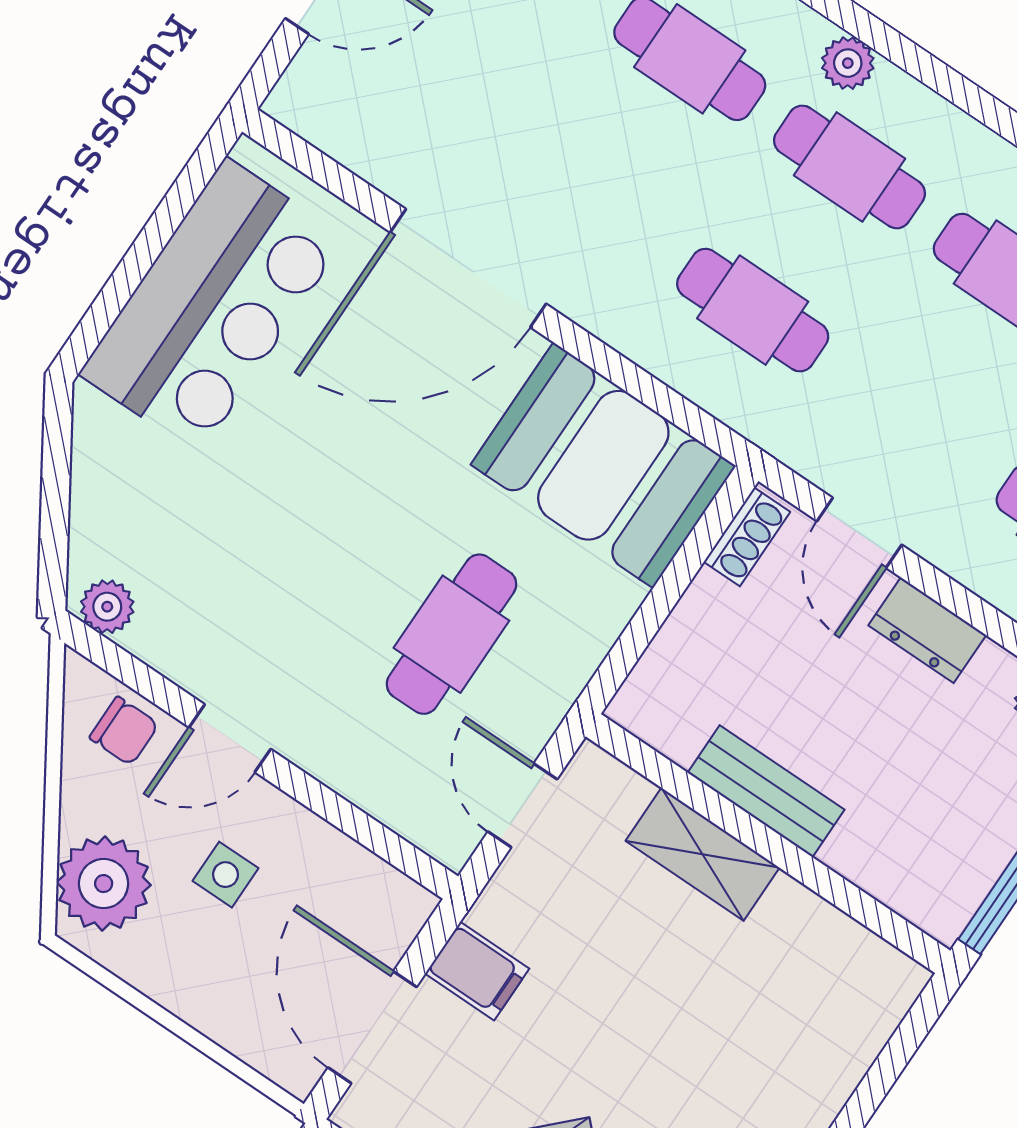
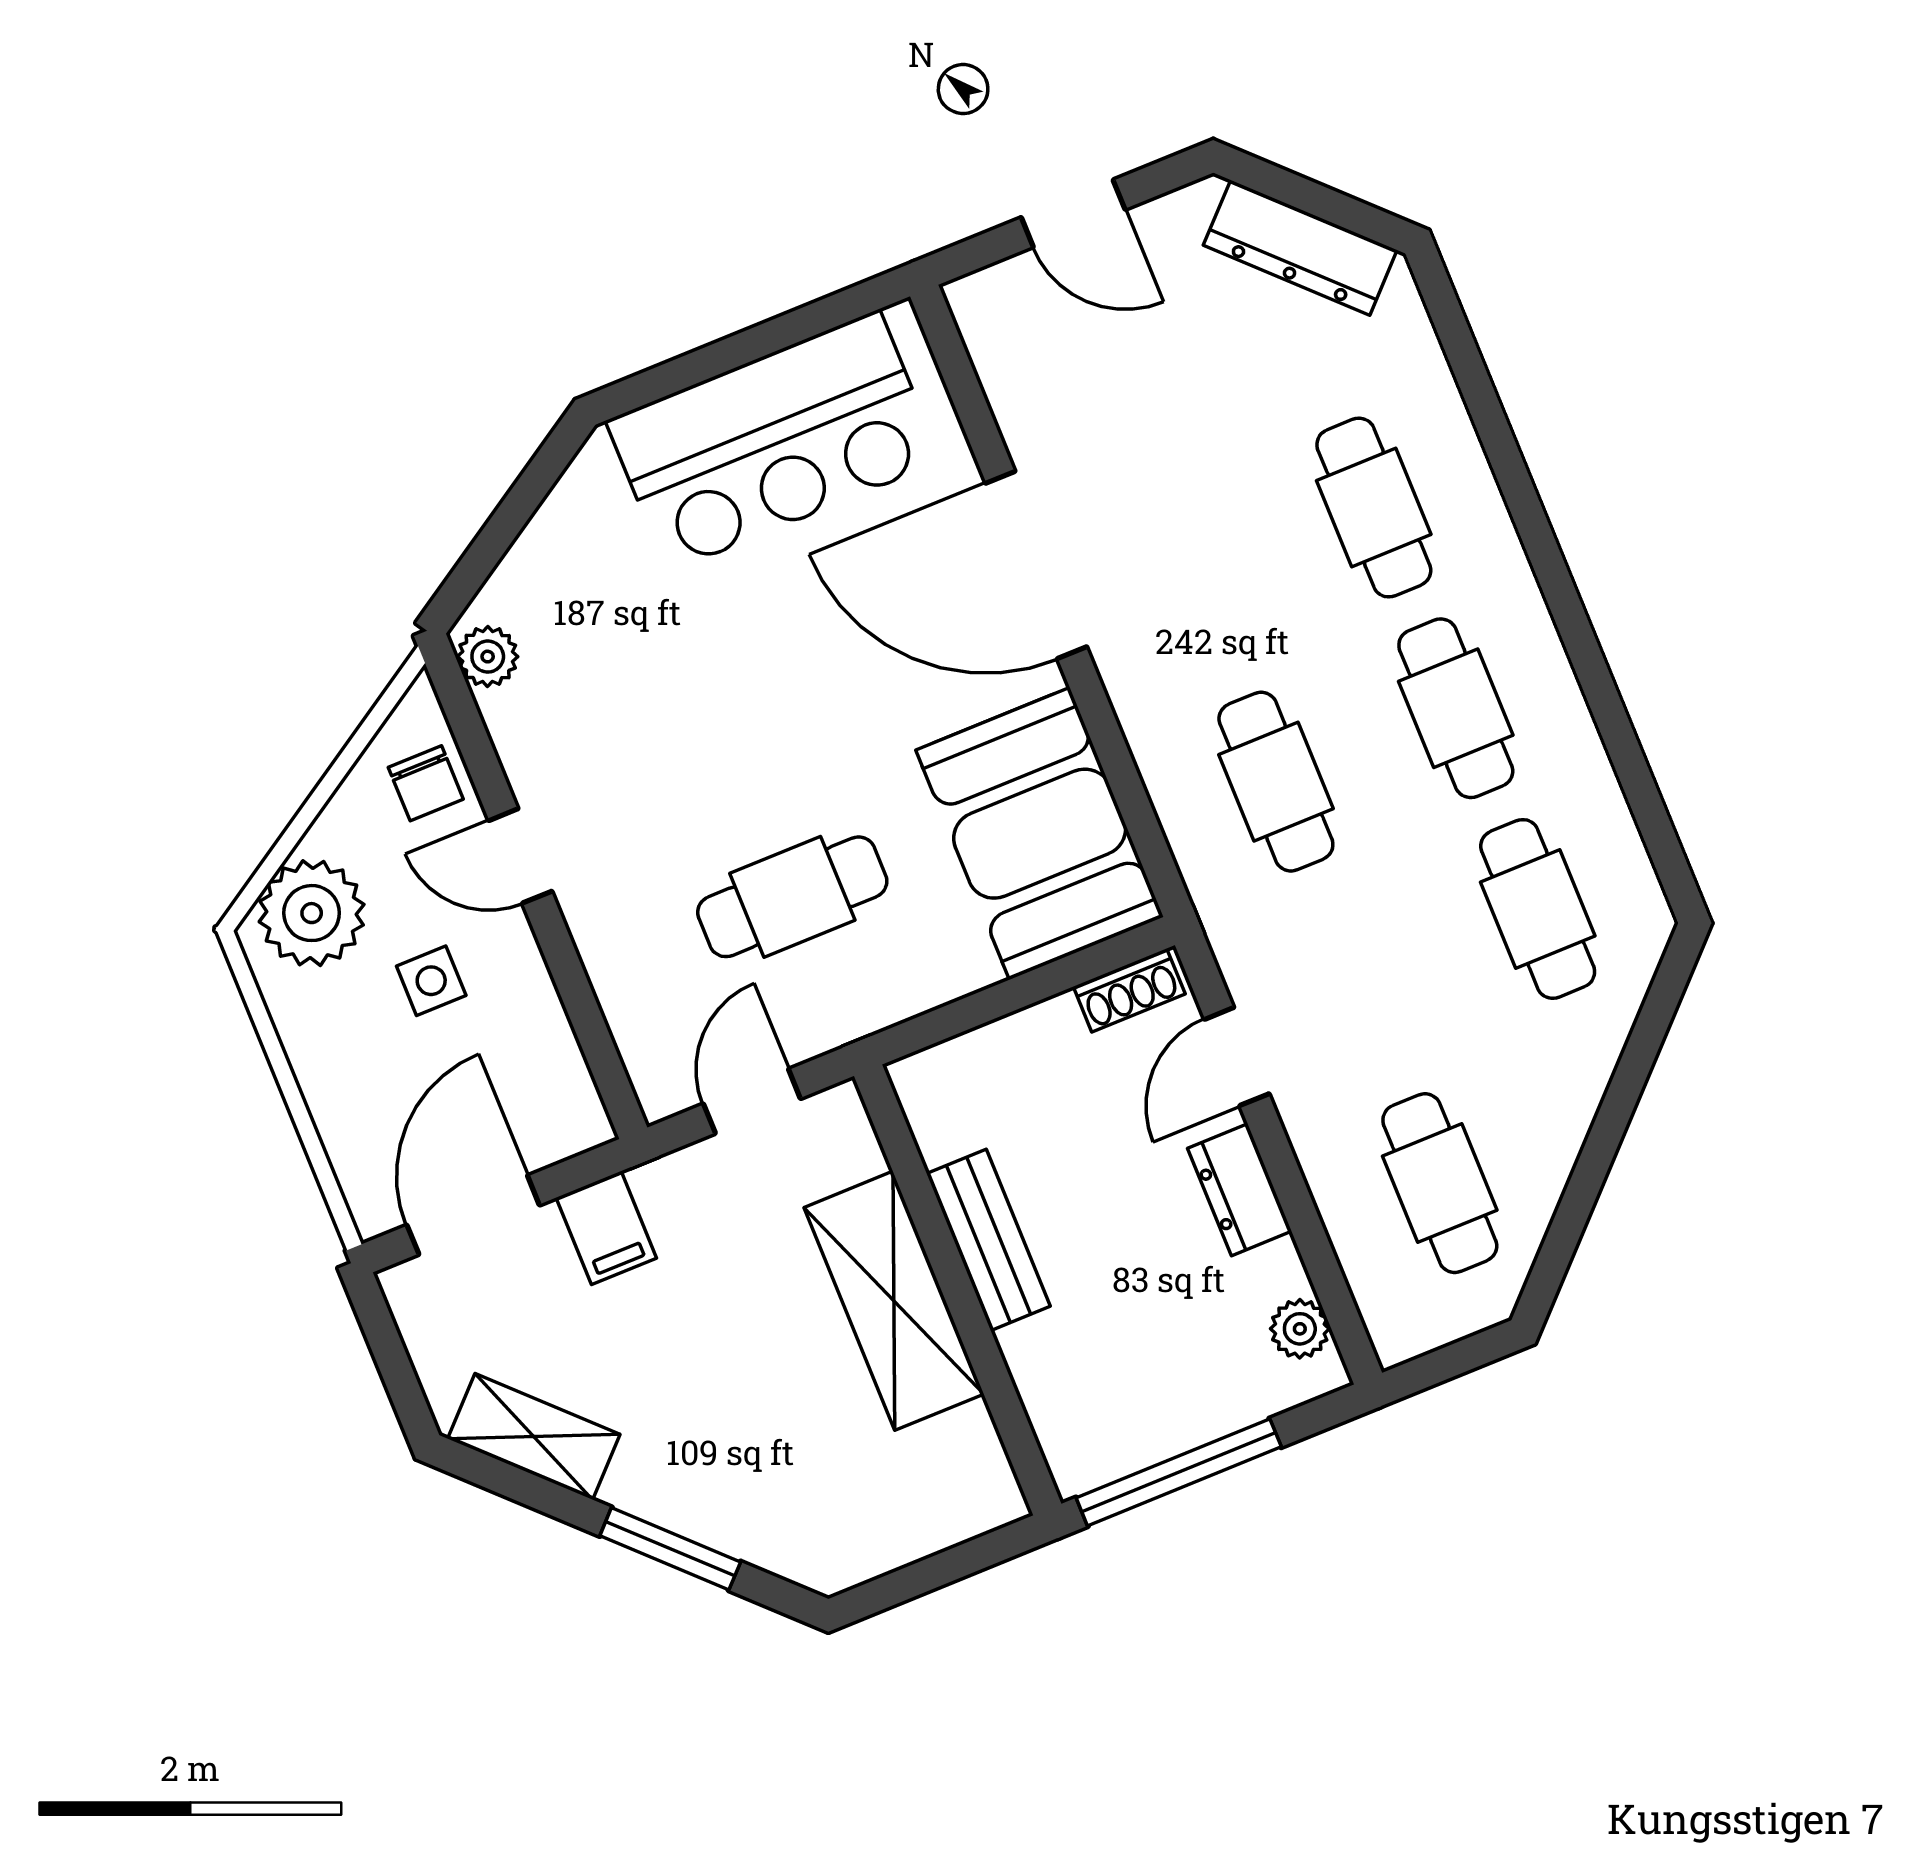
plant: (848, 63) -> (1519, 610), removed
shelving: (703, 854) -> (894, 1301), width x1.50, depth x1.33

